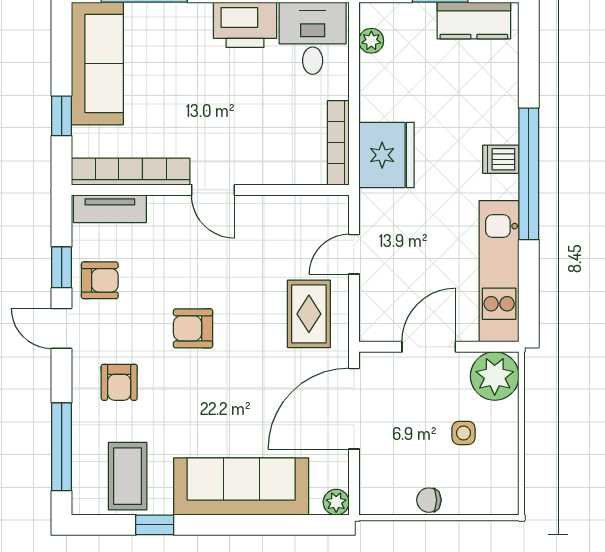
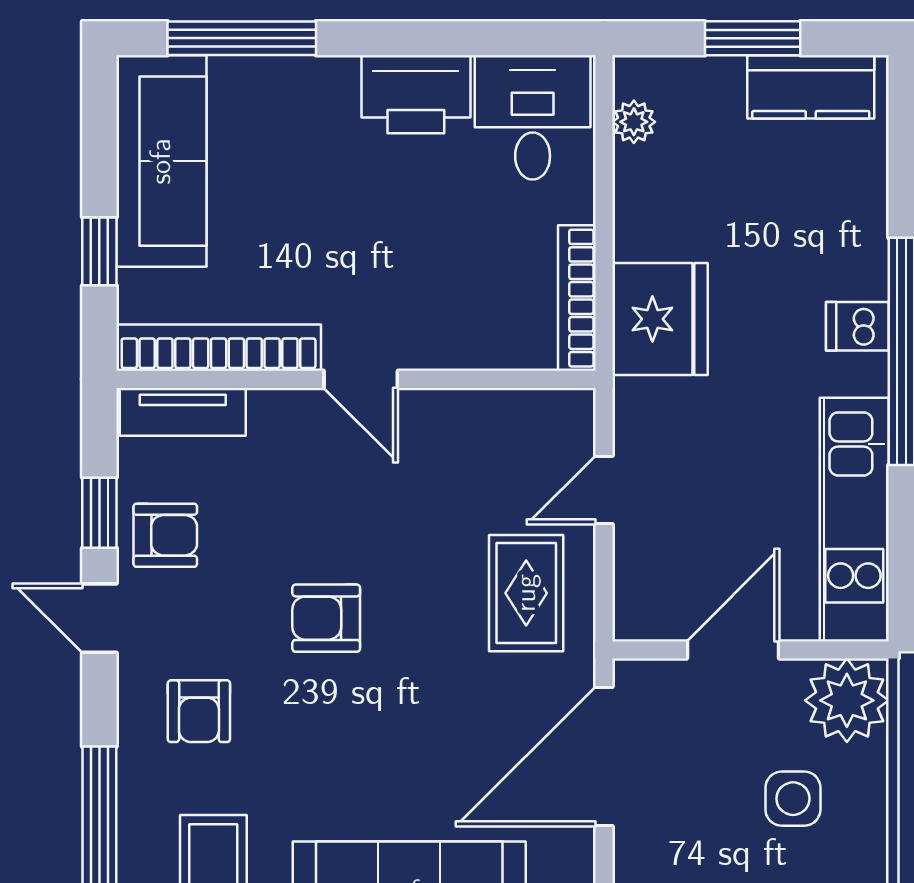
side table: (464, 433) -> (793, 799), width x1.37, depth x1.37

